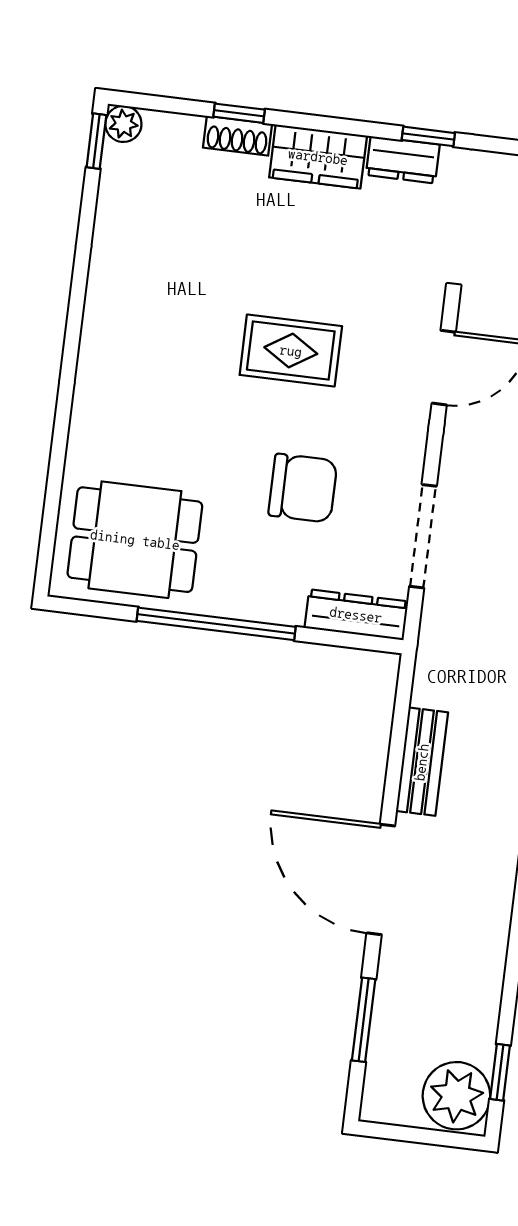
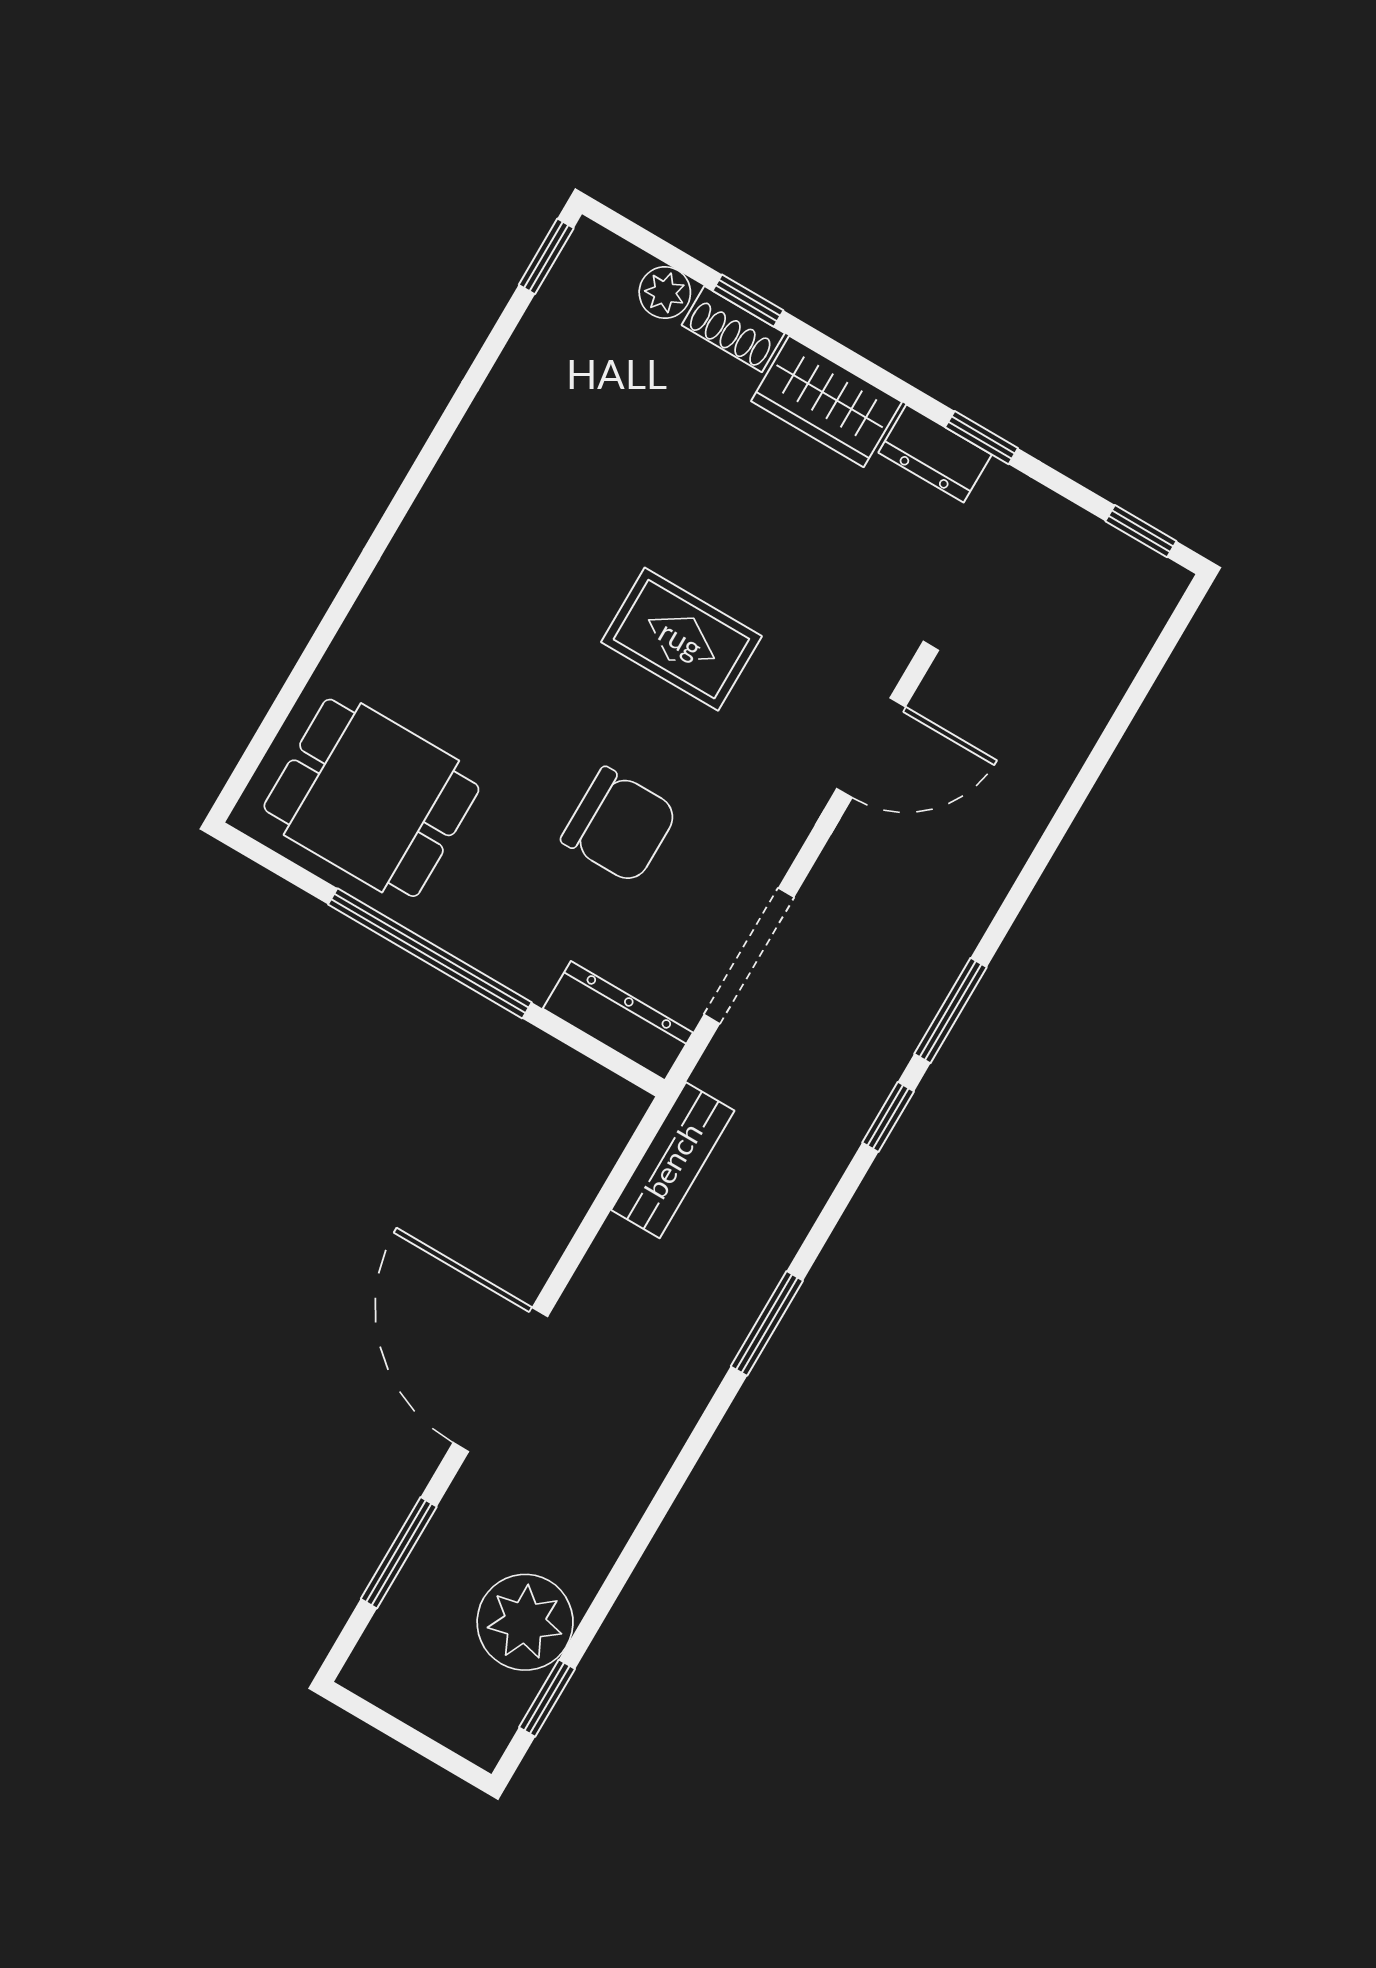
plant: (123, 124) -> (665, 293), moved
bench: (422, 762) -> (673, 1160), moved
plant: (456, 1096) -> (525, 1622), moved

